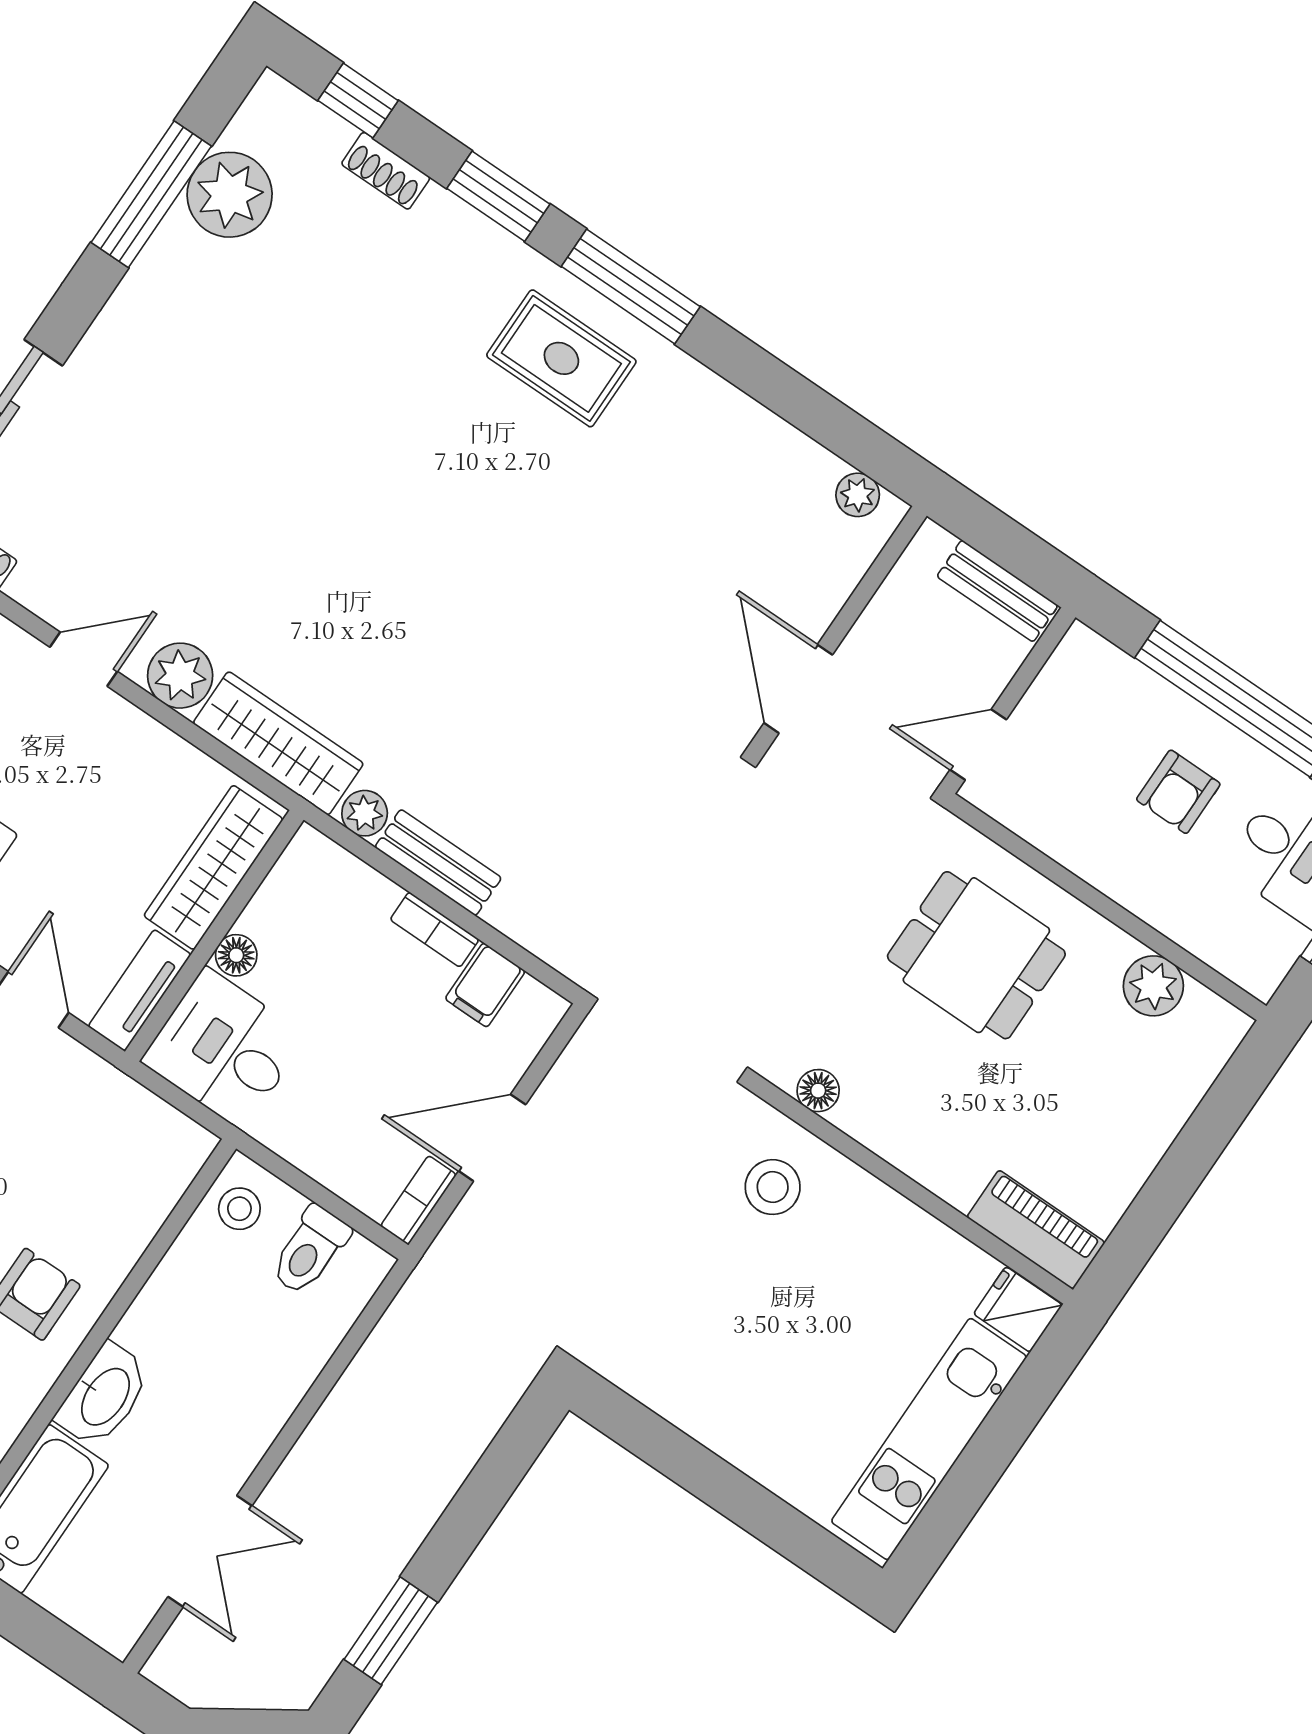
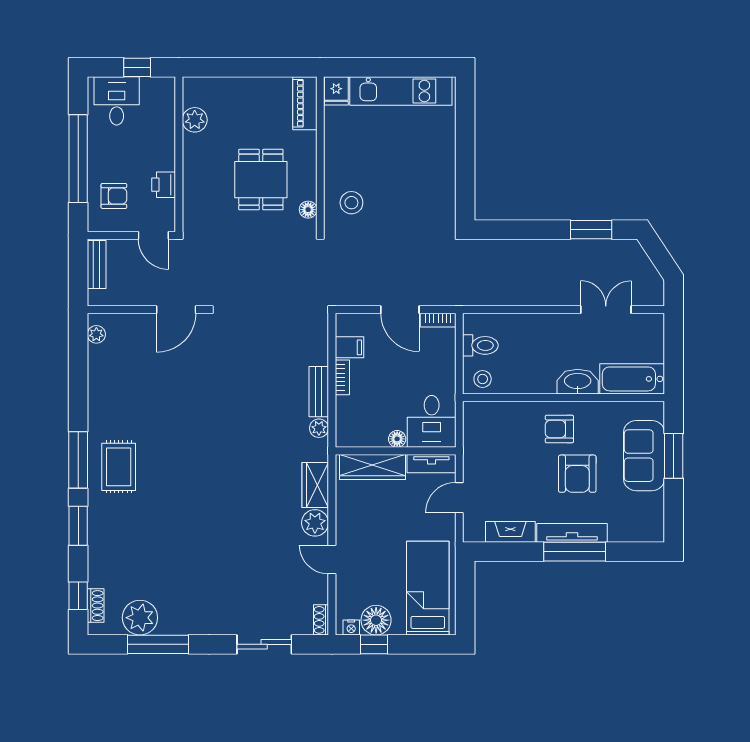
shoe rack: (386, 171) -> (96, 606), moved
wardrobe: (278, 743) -> (315, 485), width x0.67
armchair: (1178, 792) -> (114, 196), moved
printer: (1066, 835) -> (164, 185), added
dining table: (976, 955) -> (261, 180), moved

